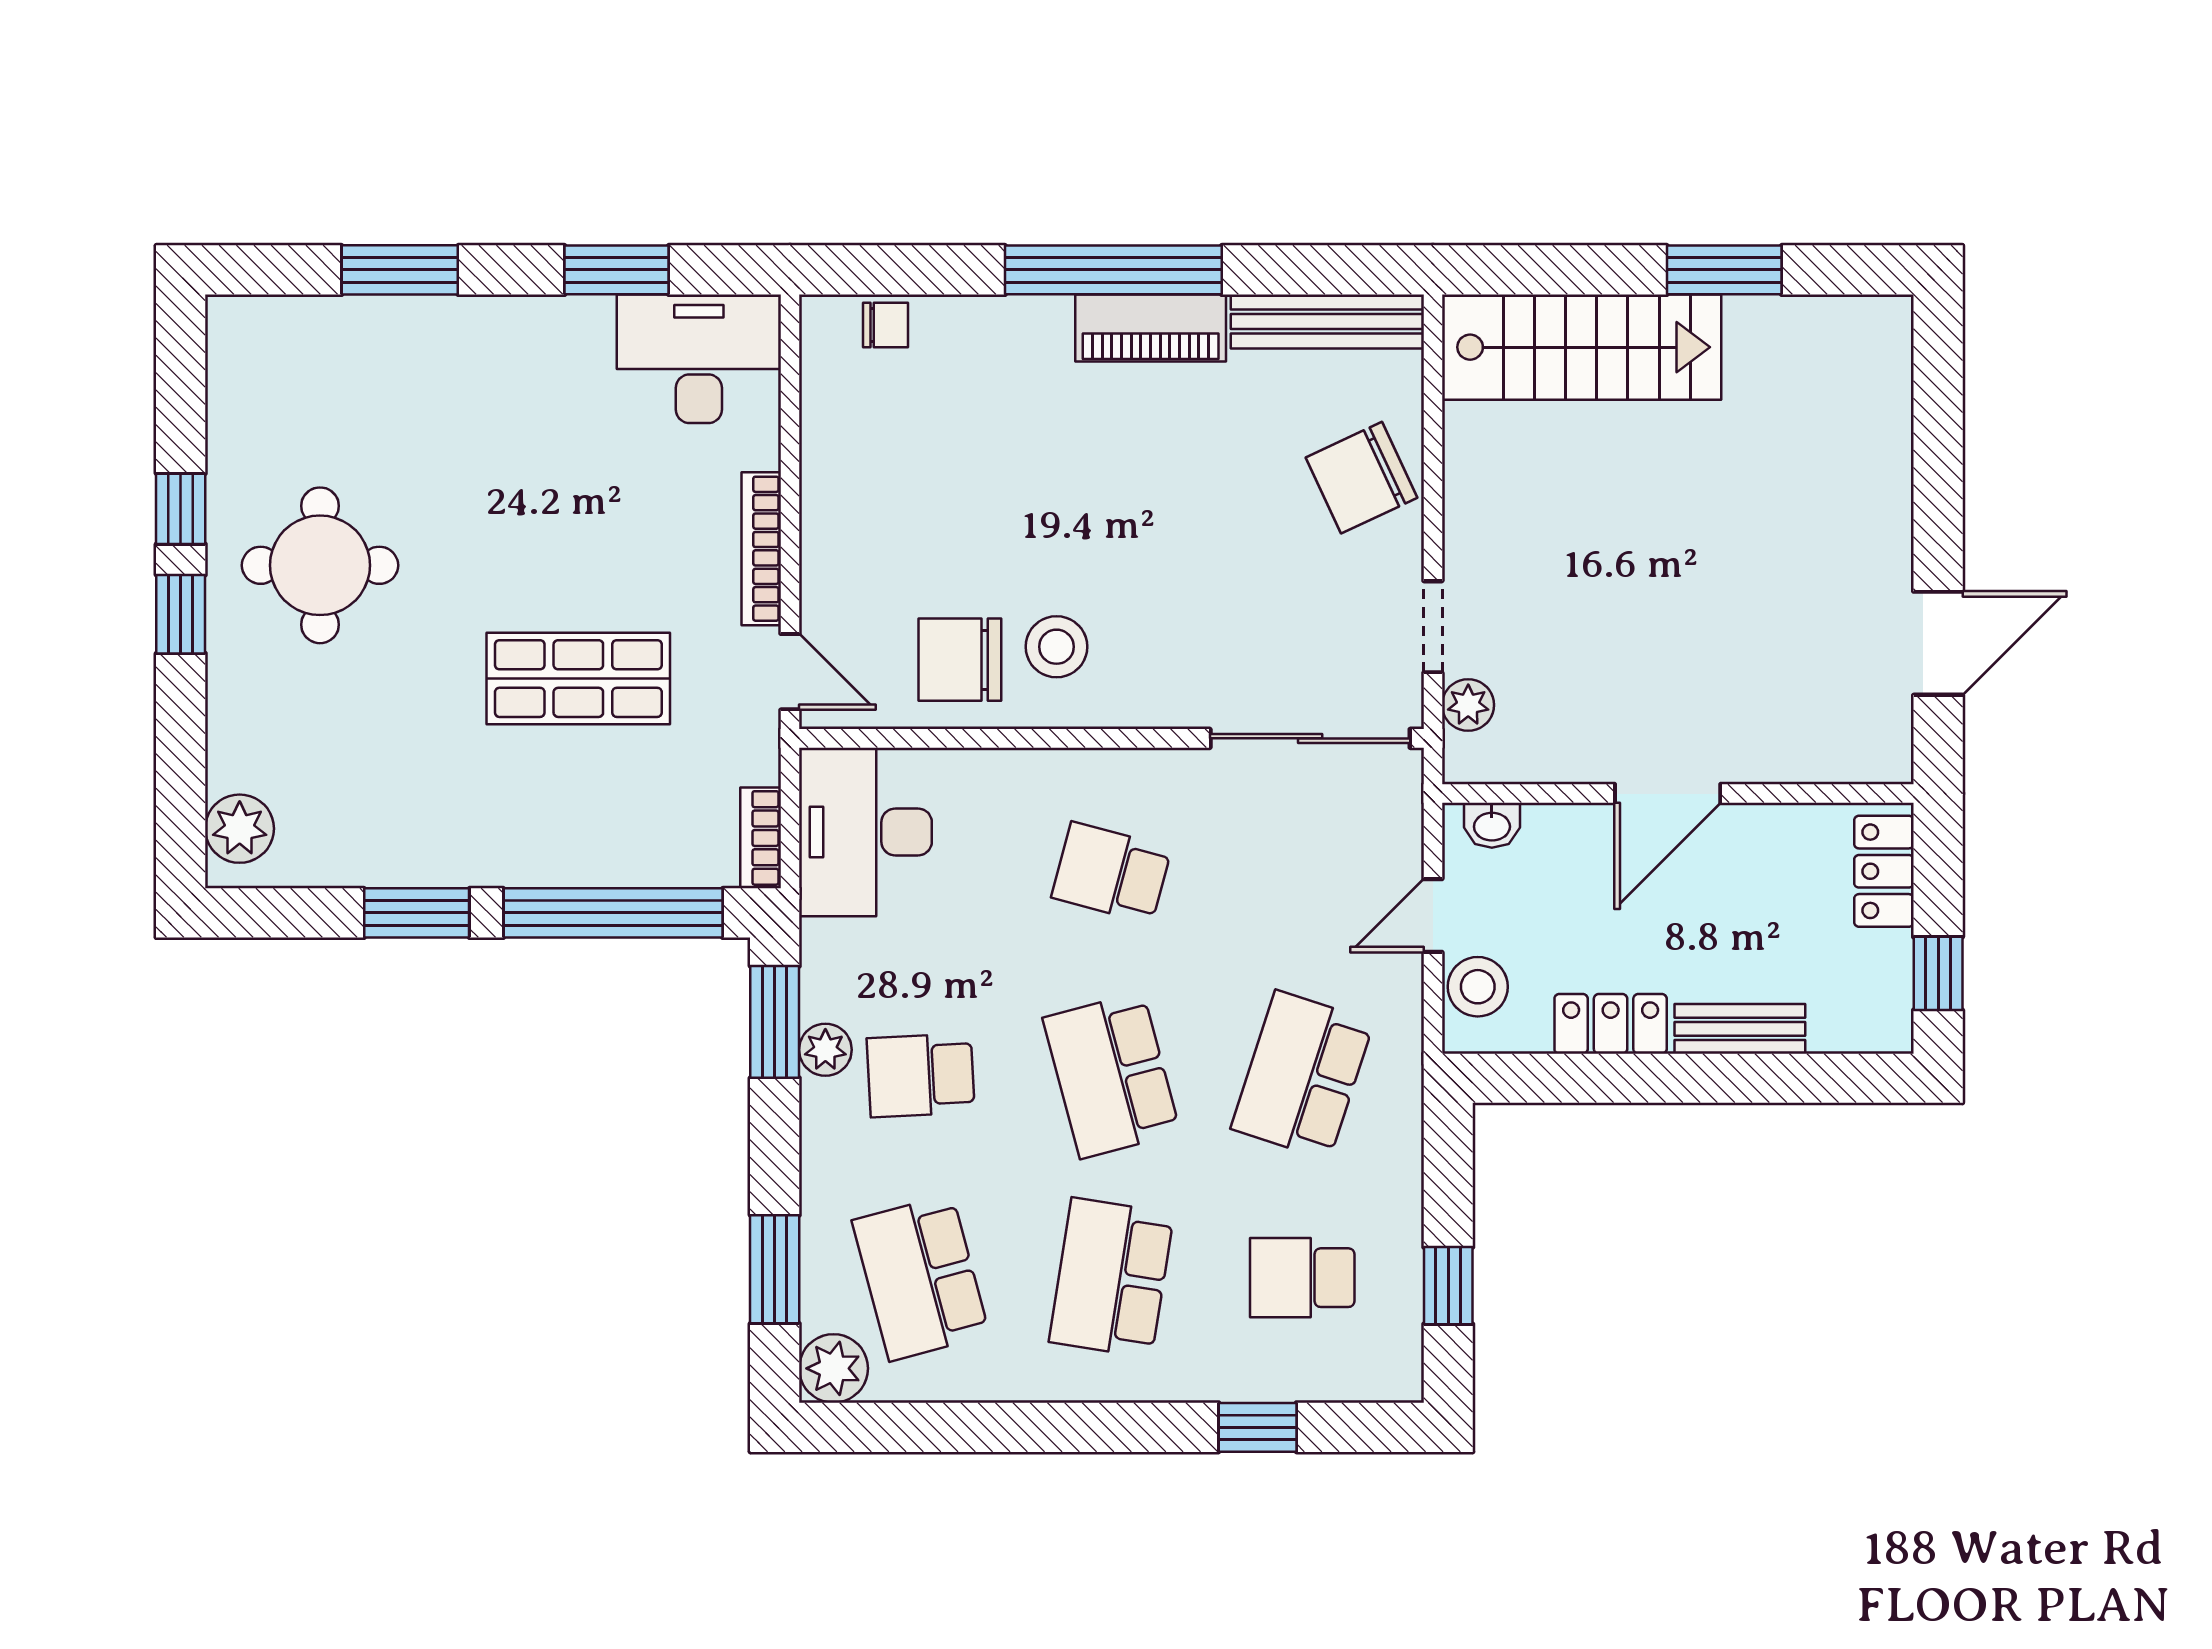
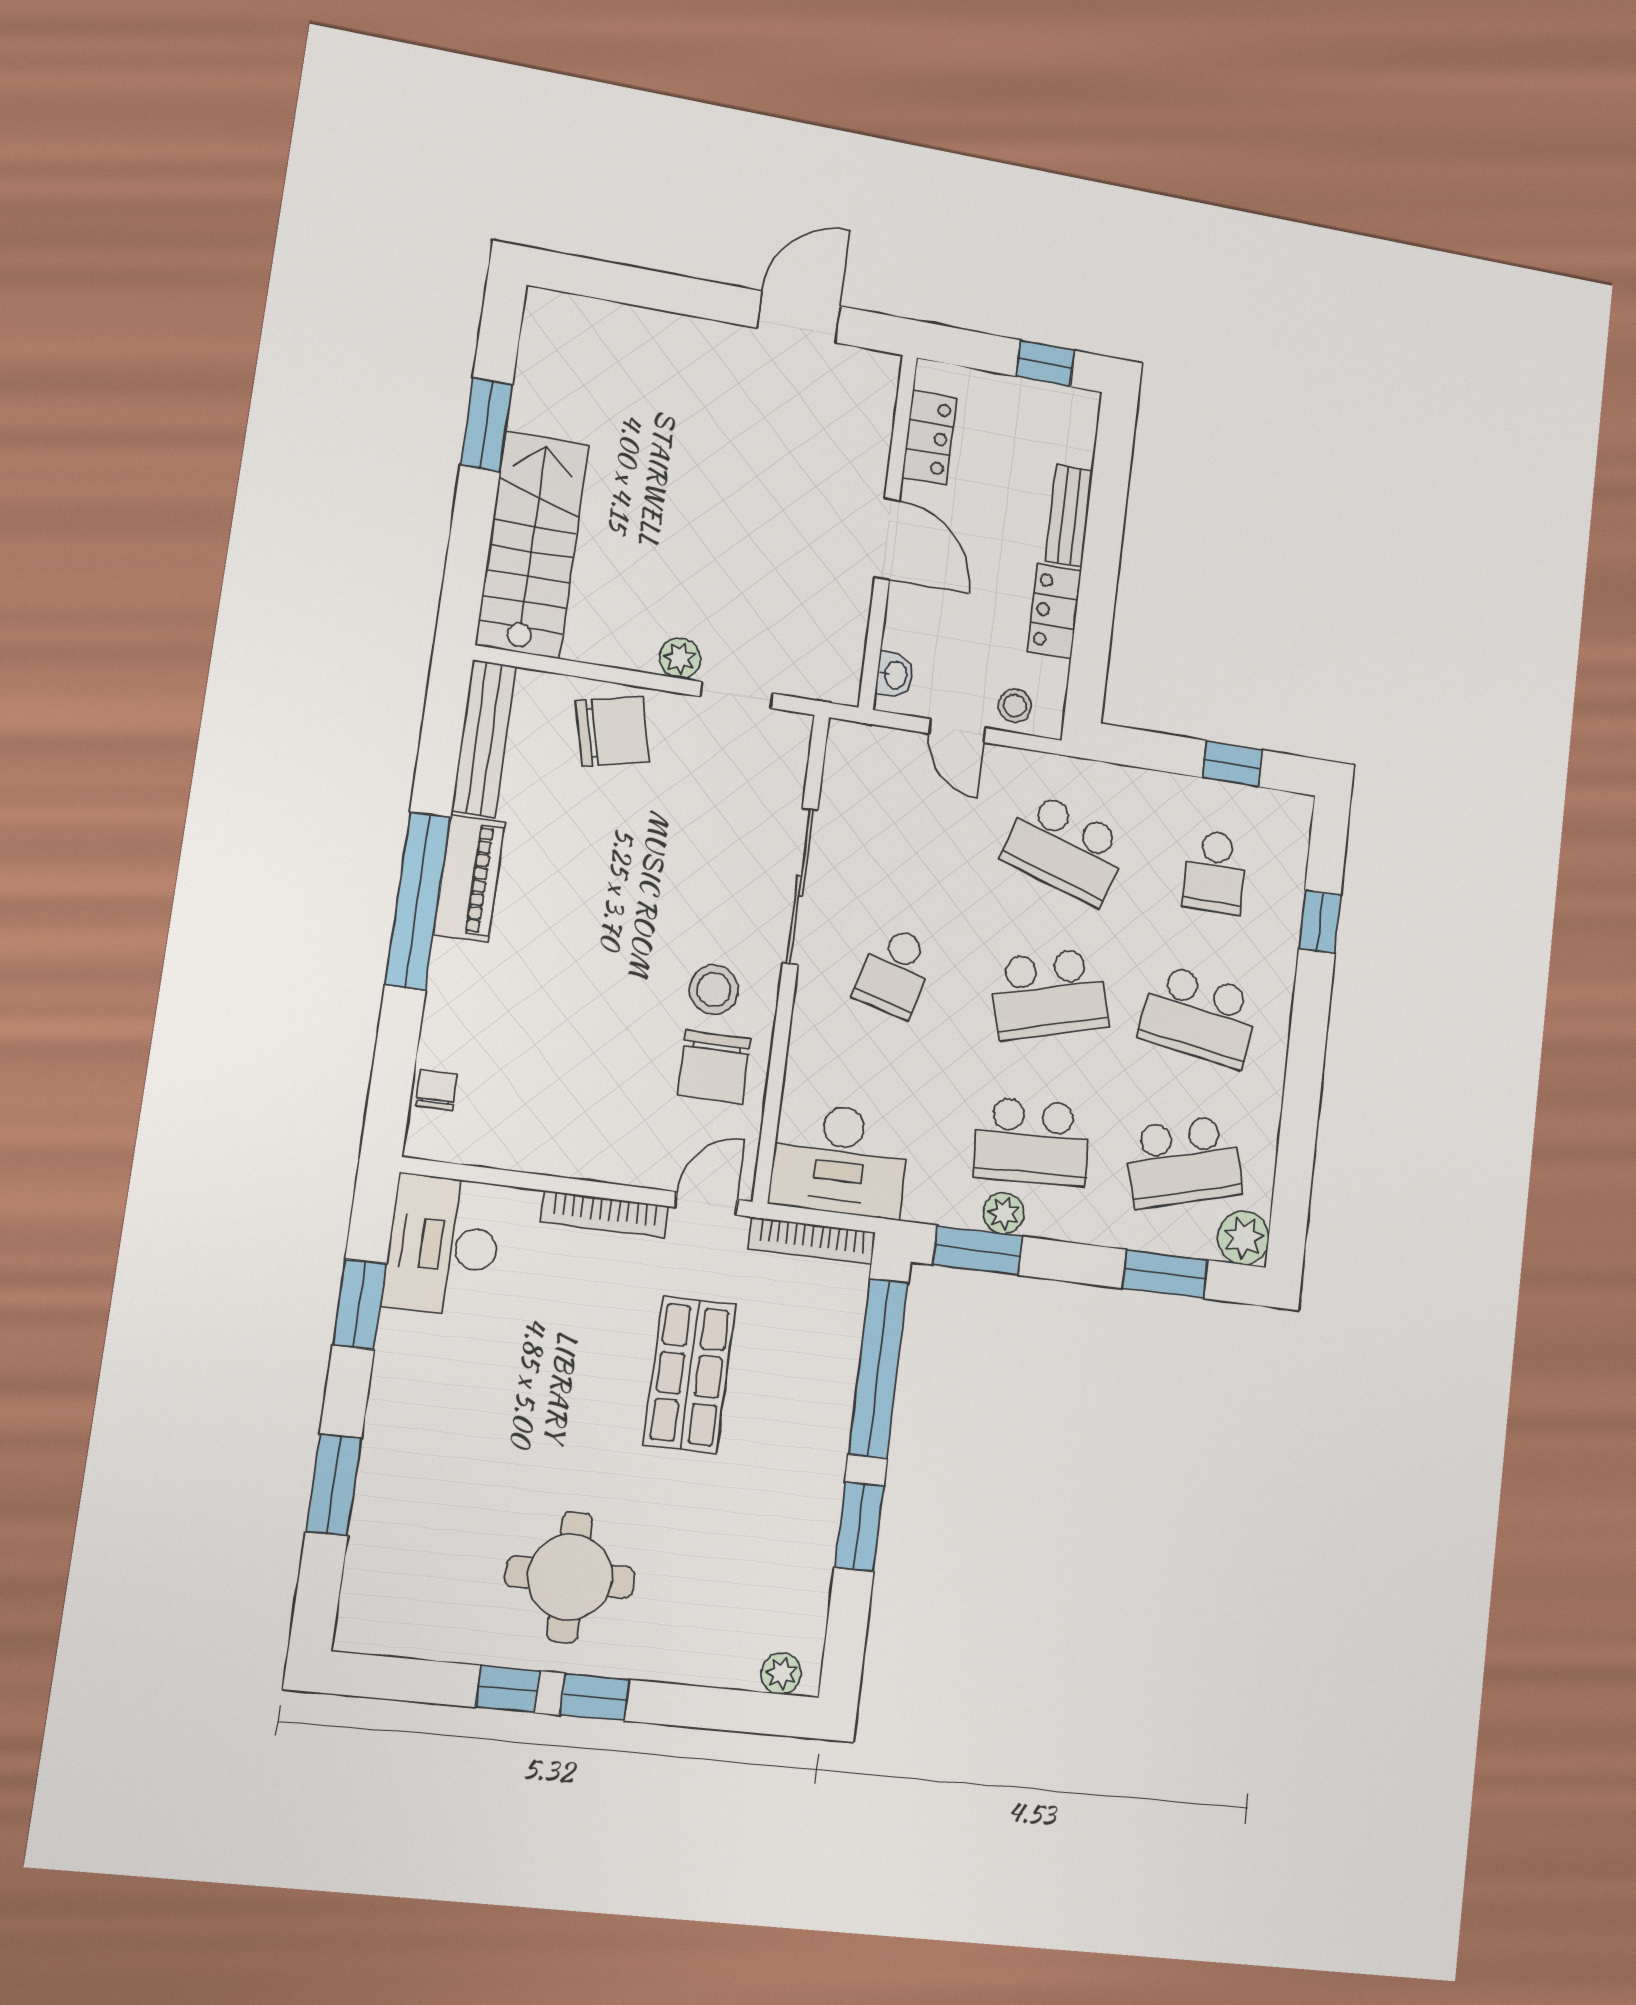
chair: (1362, 478) -> (612, 731), turned -78
door: (1938, 643) -> (799, 317), hinge flipped
plant: (1468, 705) -> (680, 658), moved
sliding door: (1310, 738) -> (800, 886), moved
plant: (240, 829) -> (781, 1673), width x0.73, depth x0.73
bookcase: (761, 838) -> (812, 1241), width x1.56
locker: (1884, 871) -> (929, 437), moved, turned -90
stool: (1478, 987) -> (1015, 706), width x0.73, depth x0.73
school desk: (921, 1075) -> (1032, 1141), width x1.85

